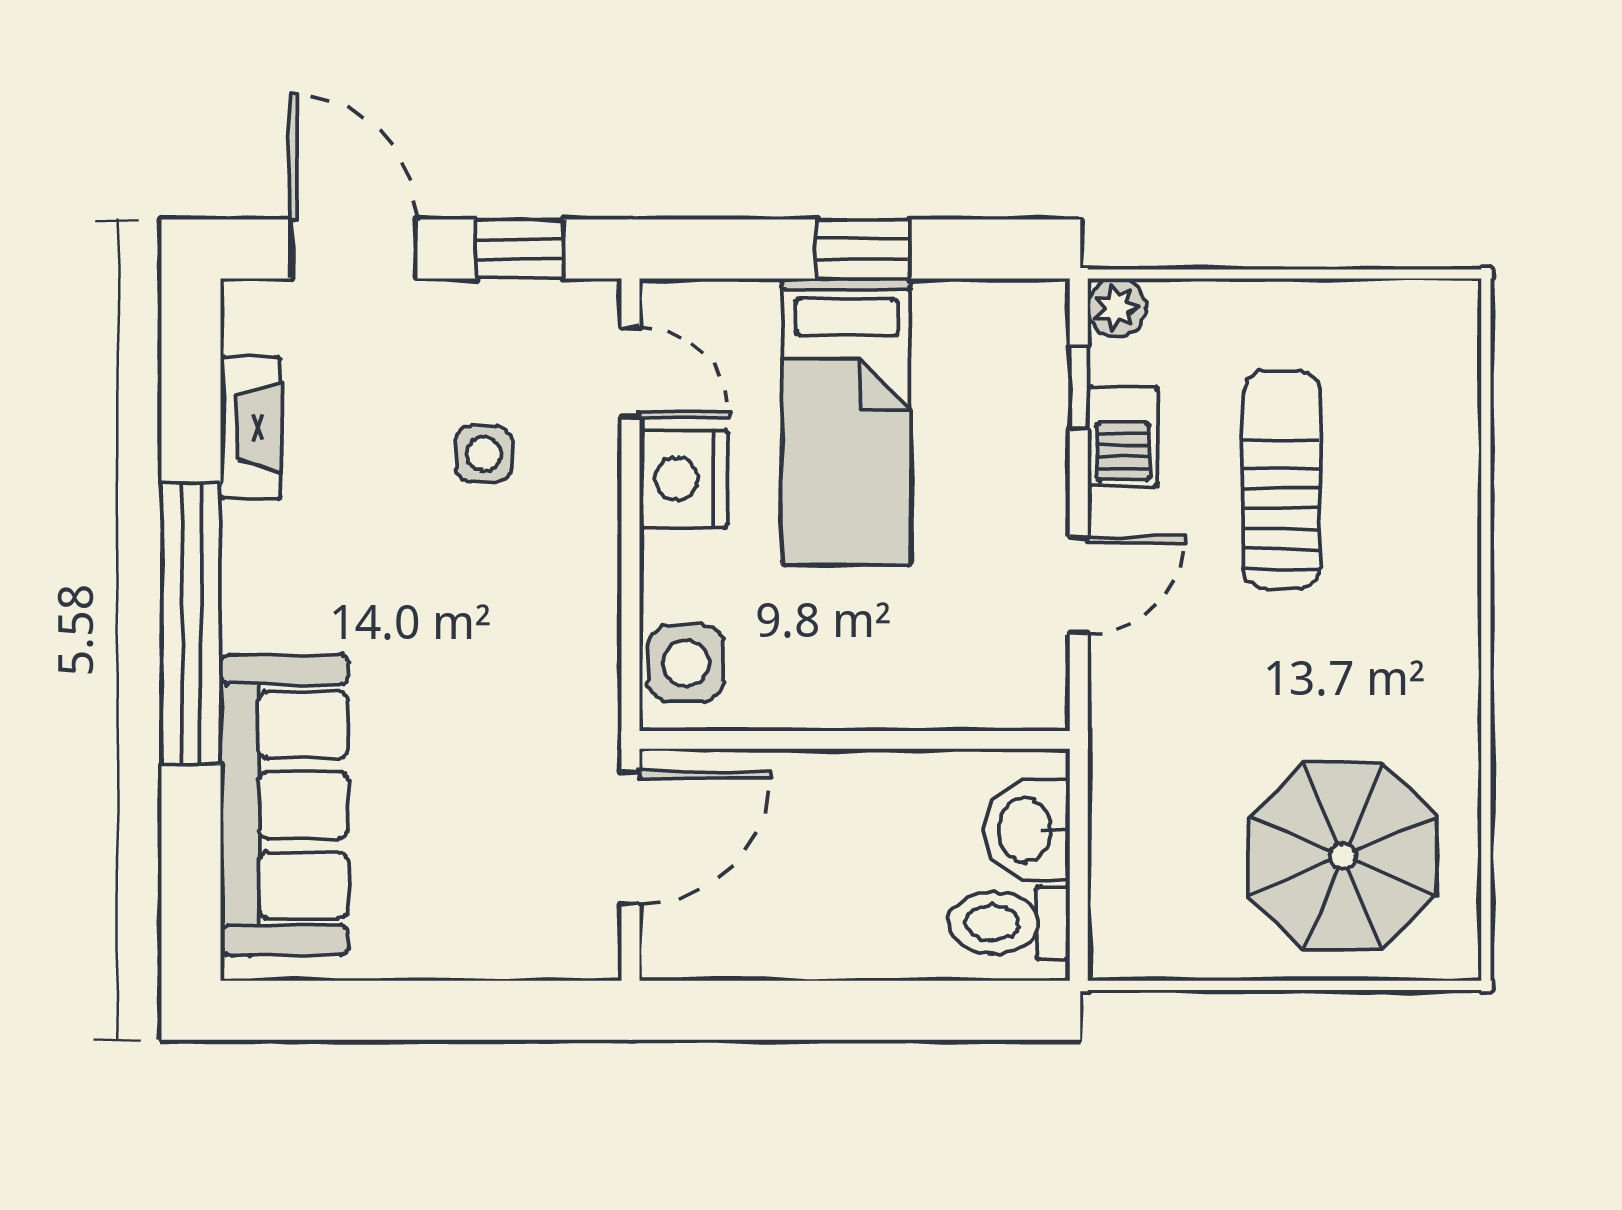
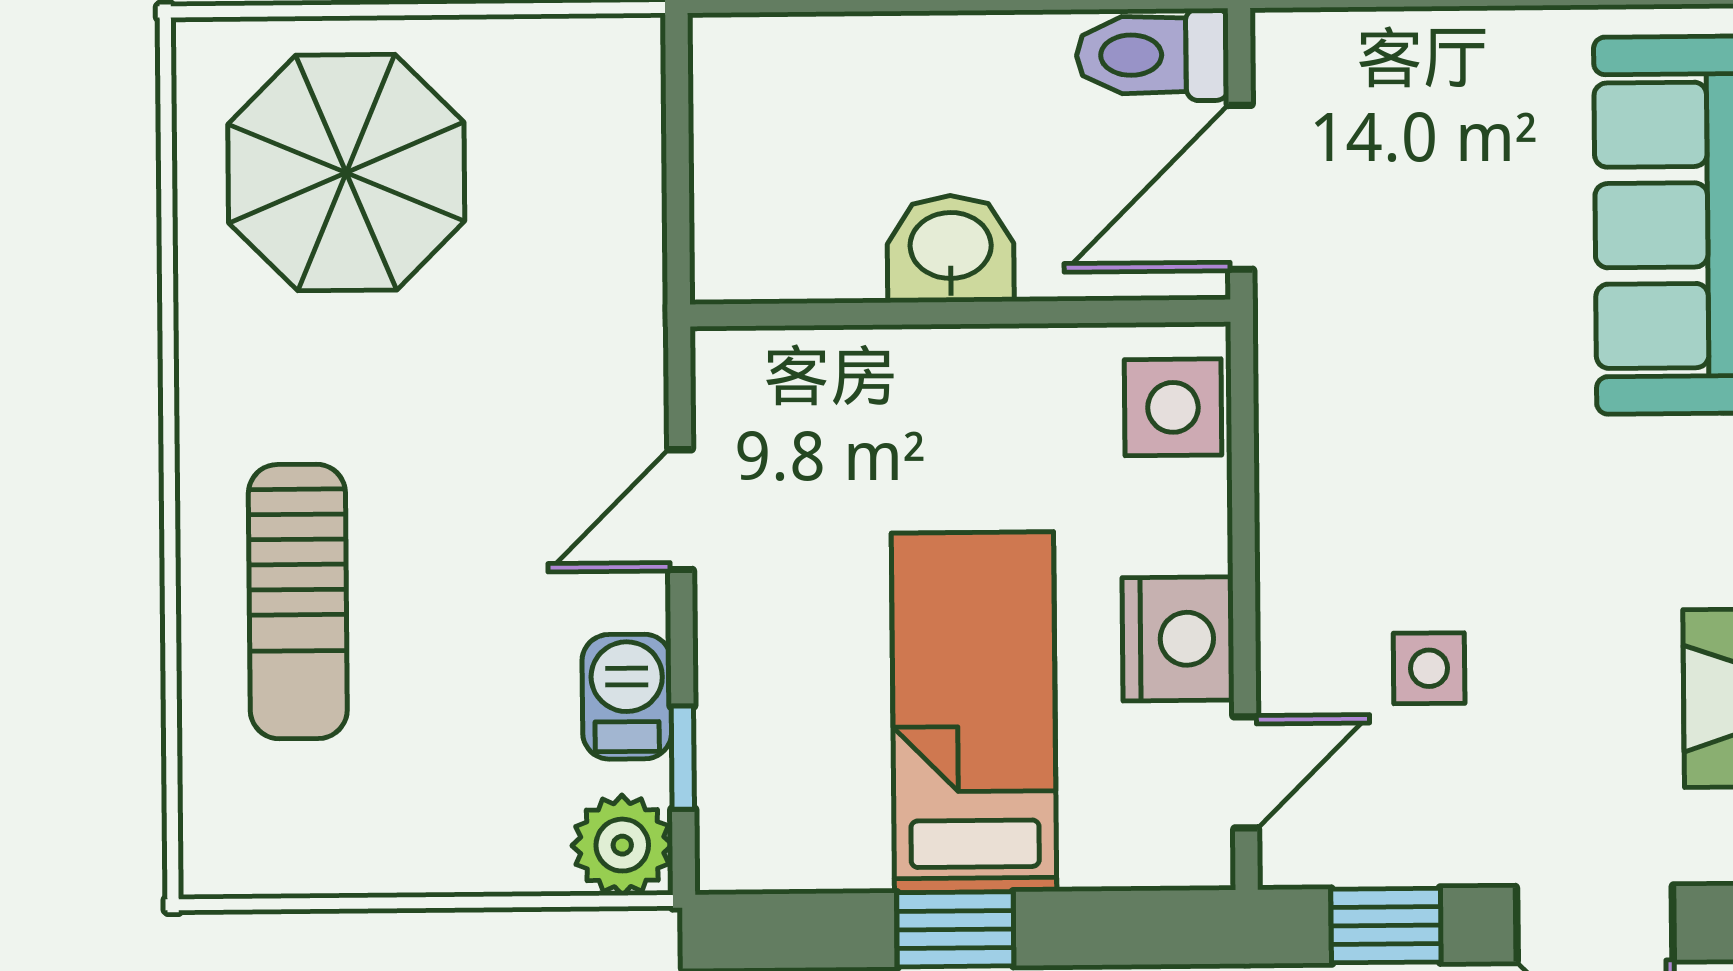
plant: (1117, 308) -> (622, 845), width x1.38, depth x1.38
door: (630, 372) -> (1246, 772), swing flipped
sun lounger: (1282, 479) -> (298, 602), moved
washbasin: (1027, 830) -> (951, 249), moved, turned -90
toilet: (1009, 923) -> (1152, 55), moved, turned 180

